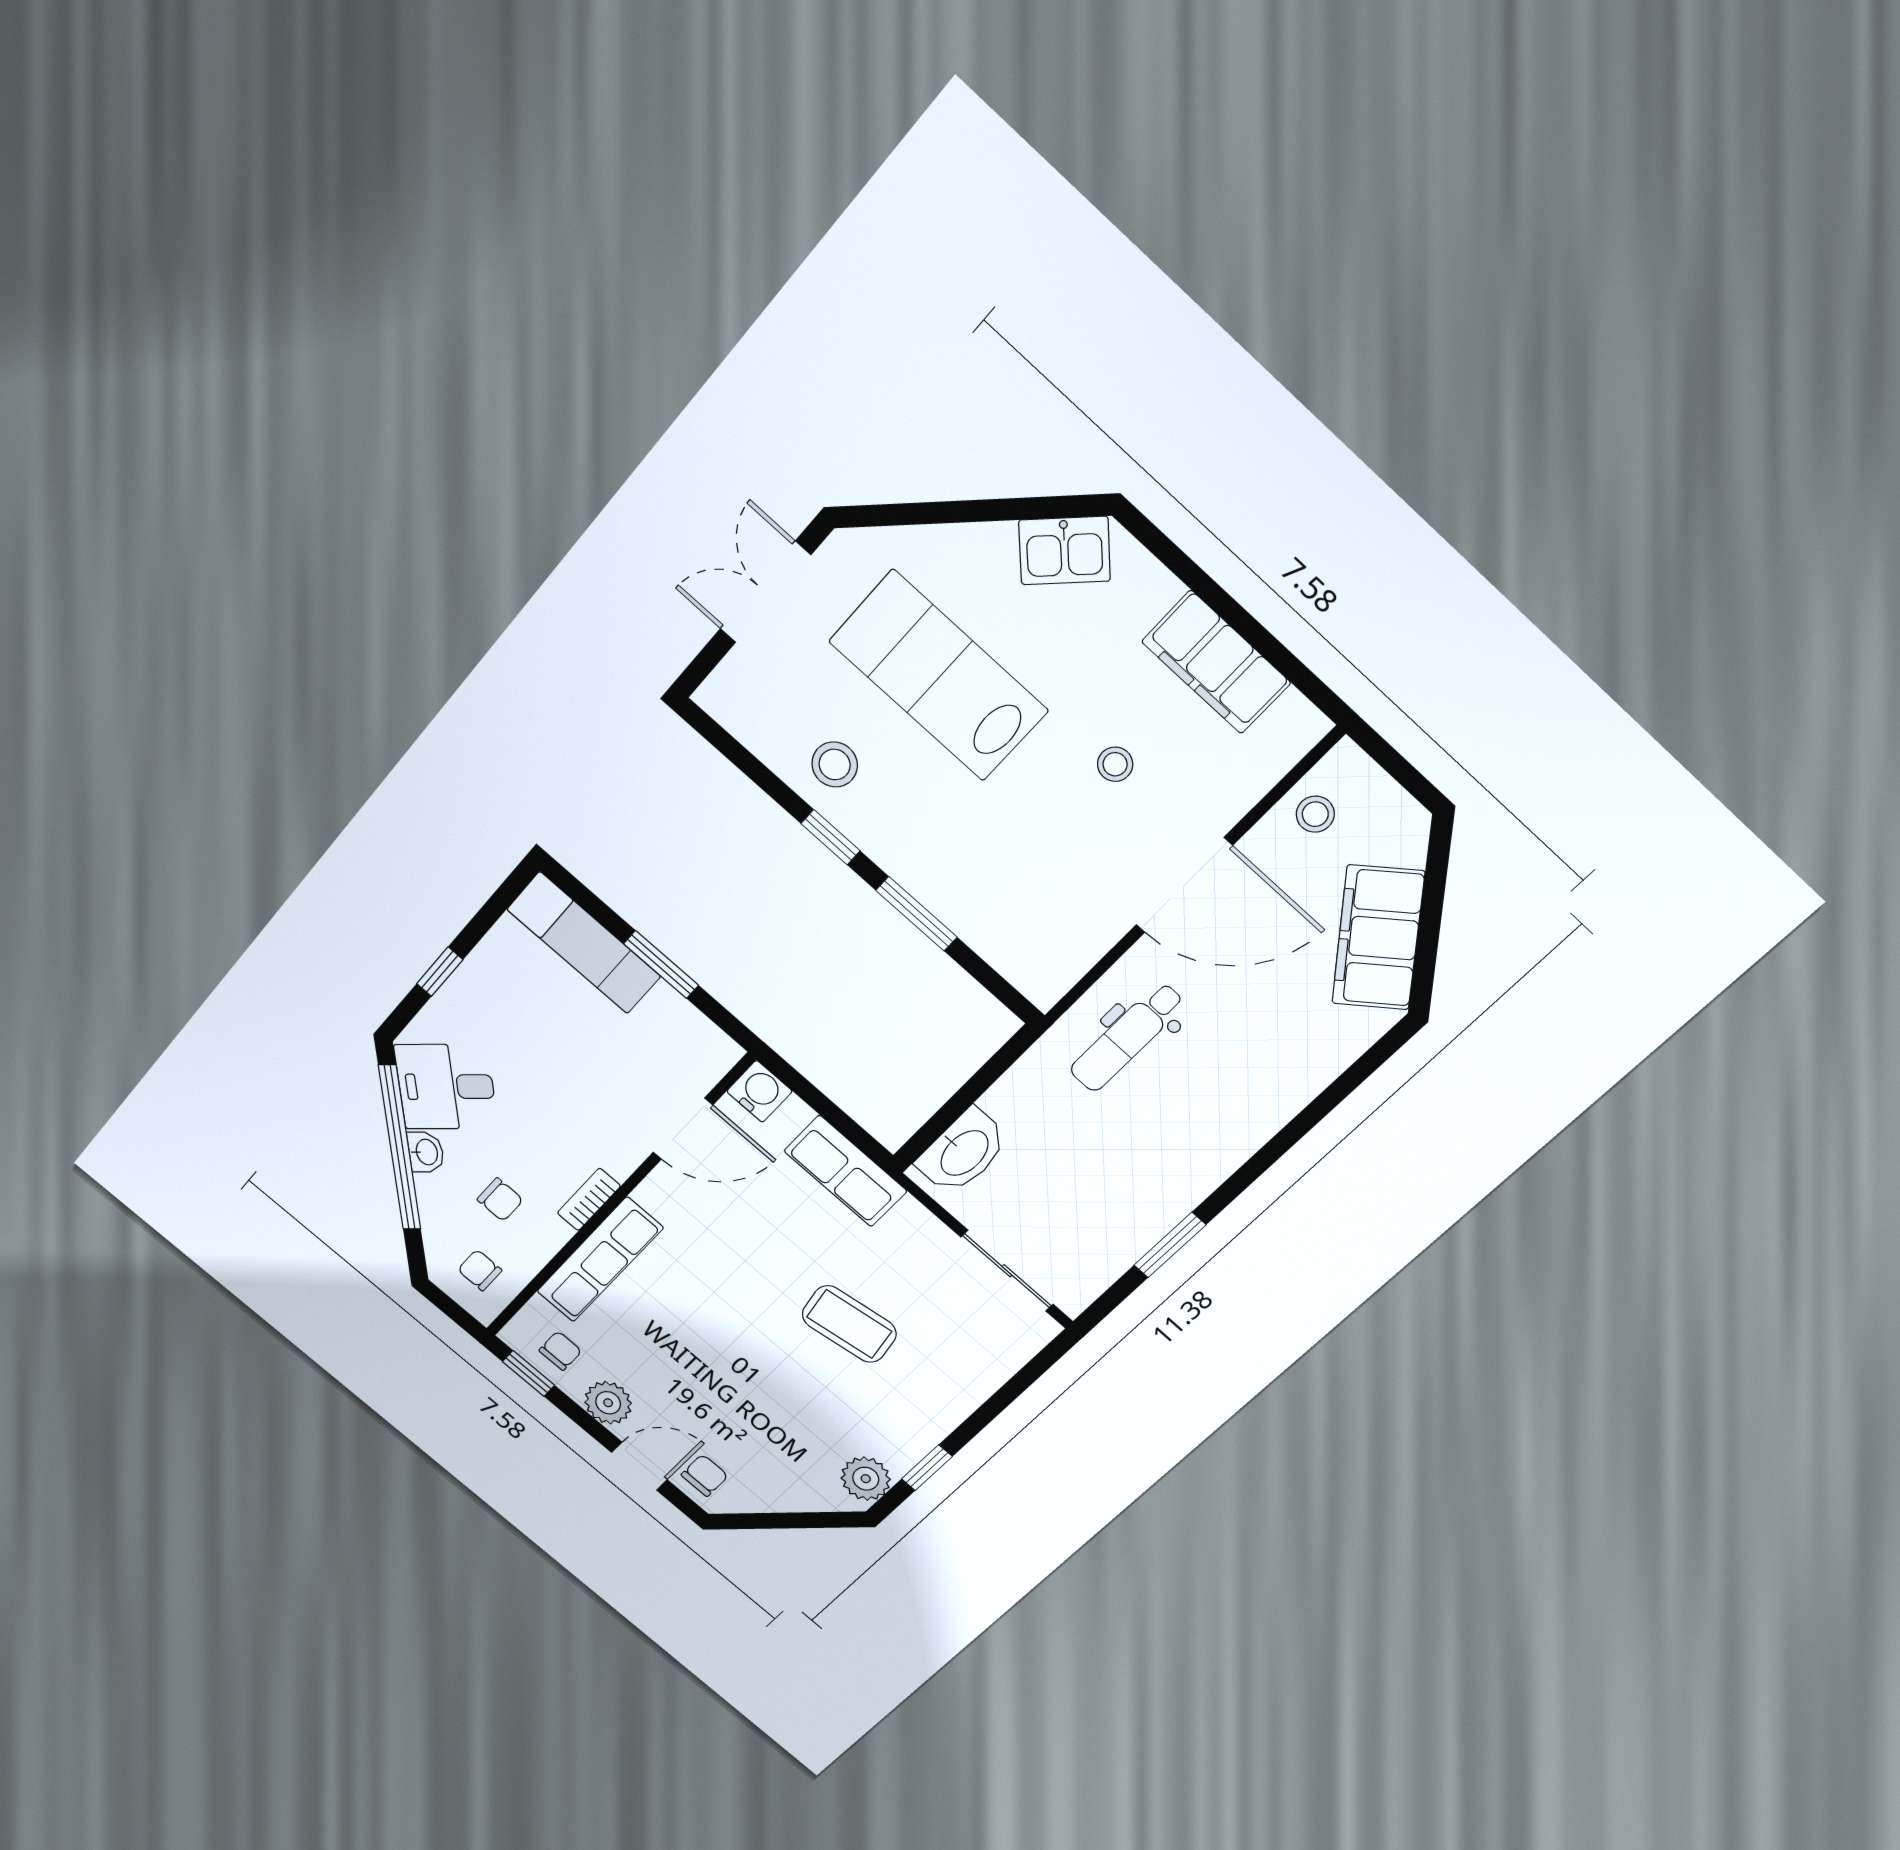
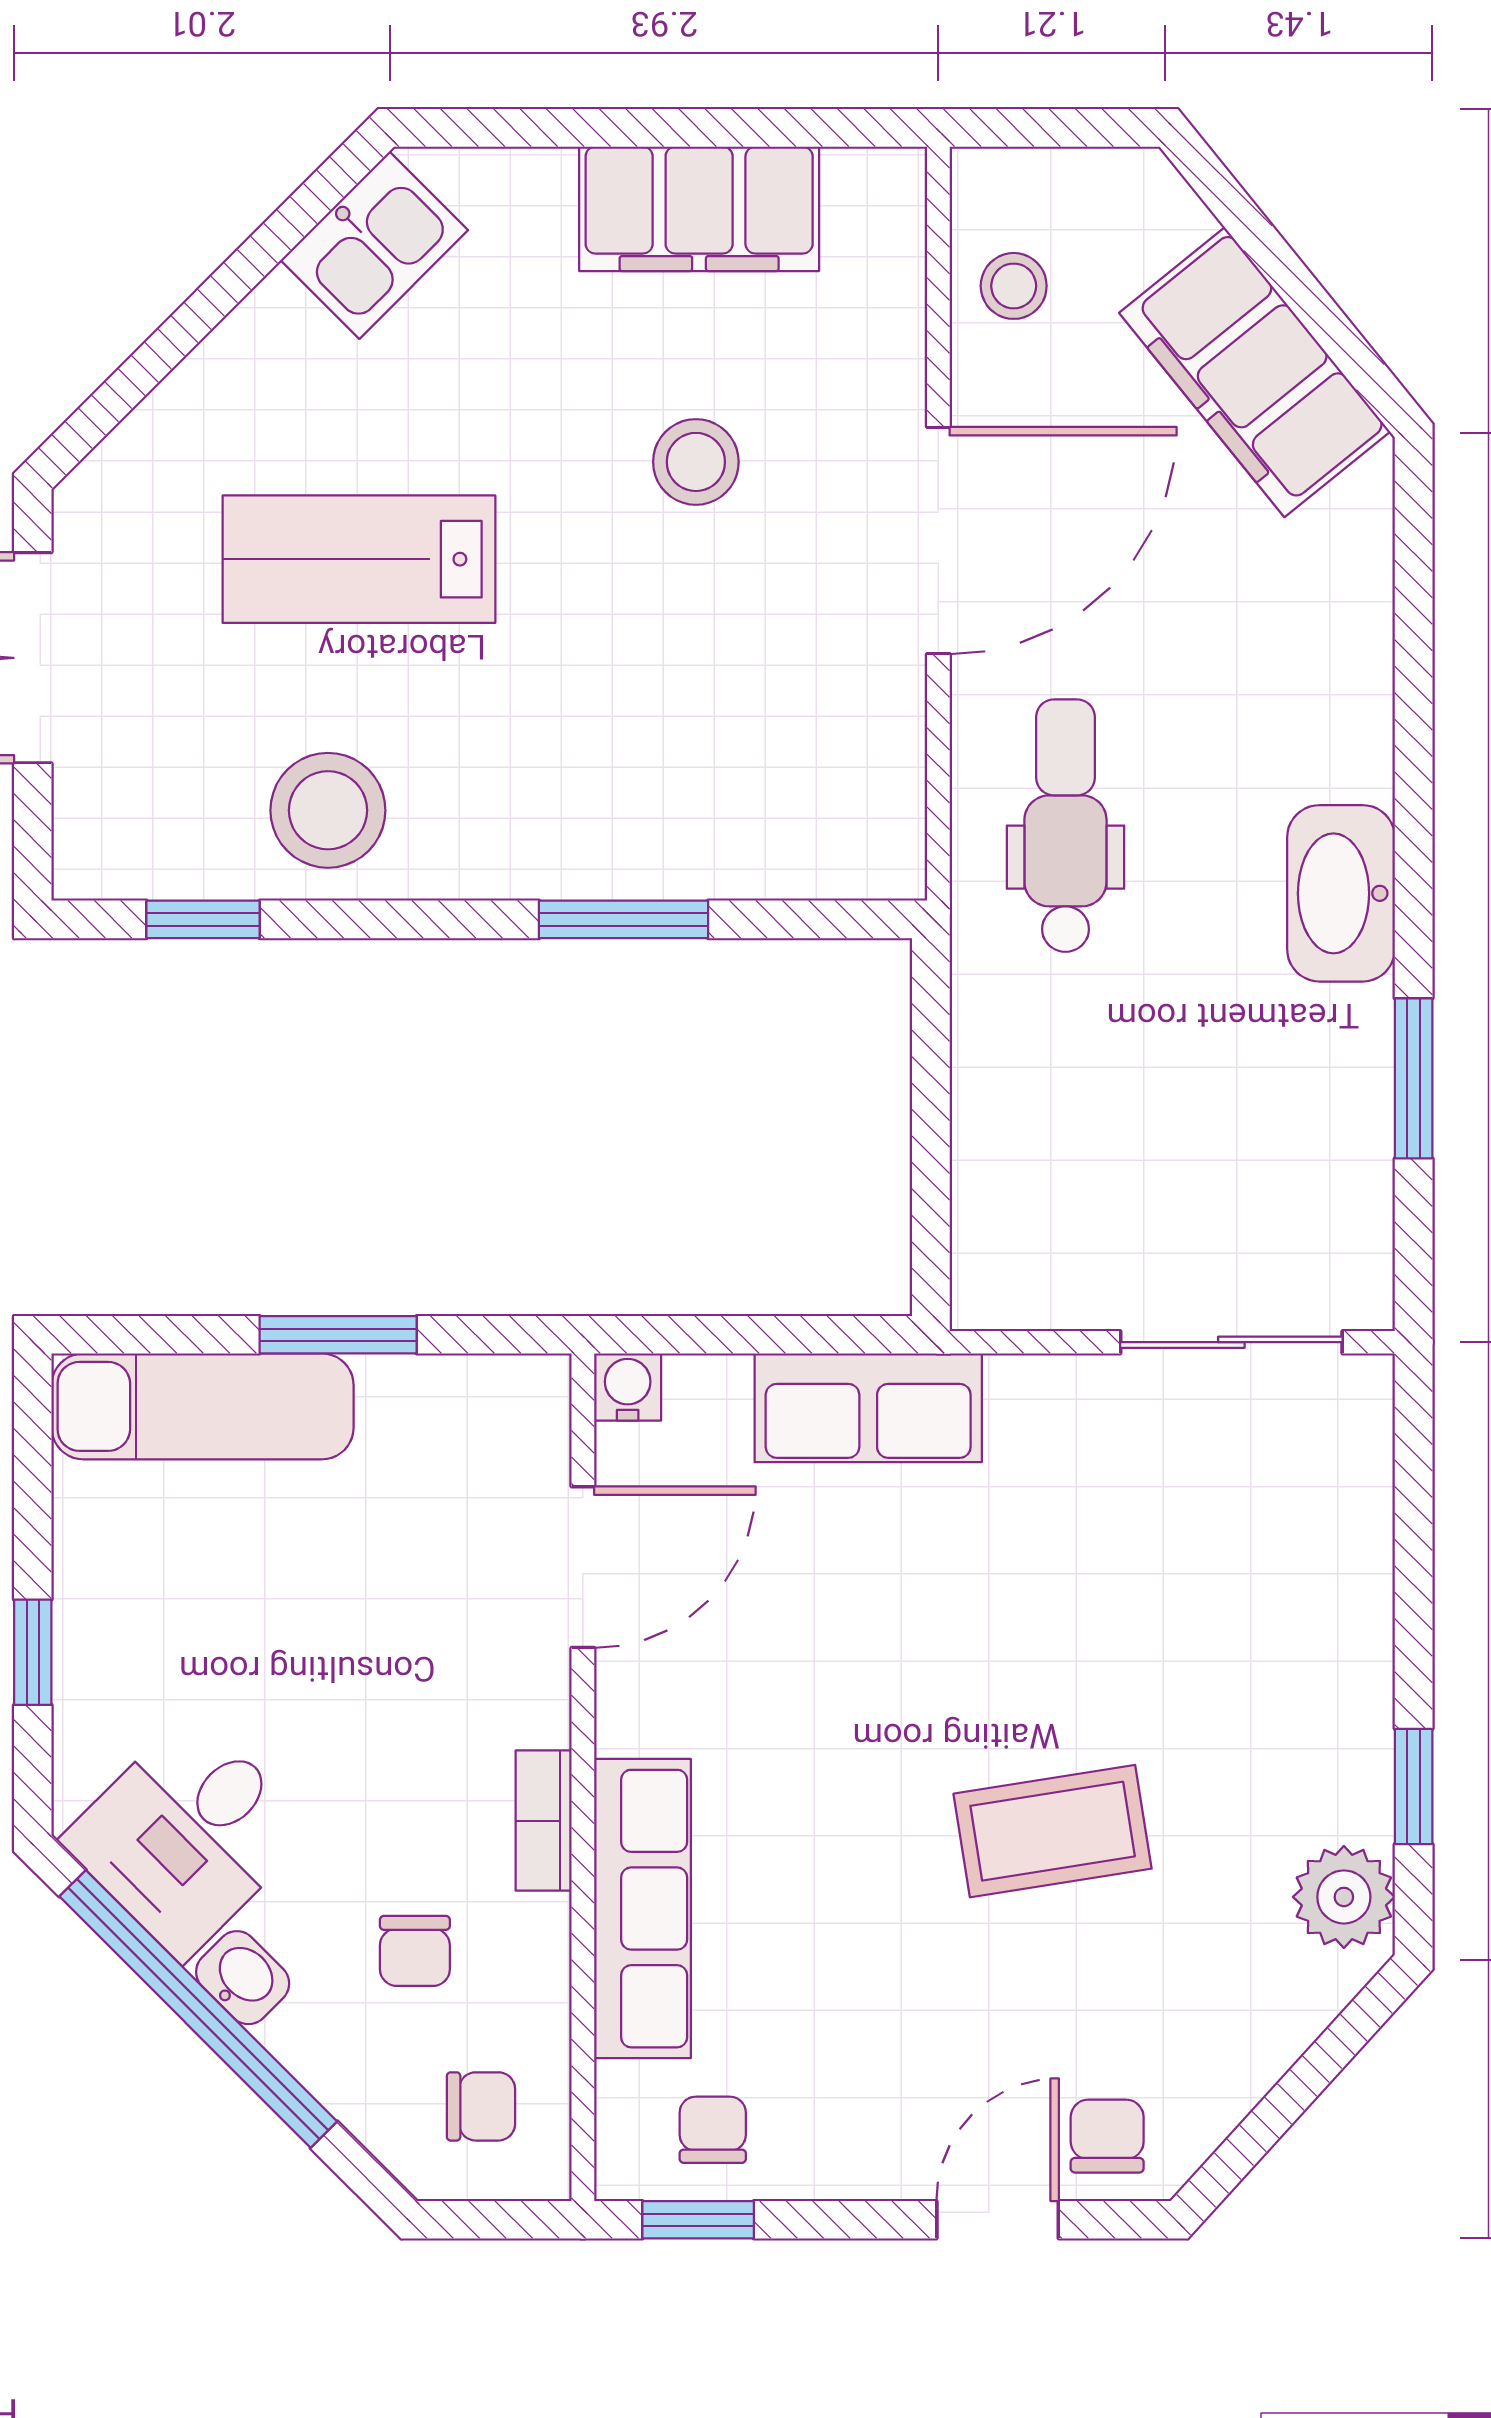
lab bench: (938, 676) -> (359, 559), width x0.73, depth x0.72
stool: (835, 764) -> (328, 810), width x1.38, depth x1.38
stool: (1115, 764) -> (696, 462), width x1.37, depth x1.37
window: (831, 837) -> (203, 919), moved
dental chair: (1127, 1037) -> (1065, 826), turned 180
water cooler: (759, 1091) -> (628, 1387), width x0.72, depth x0.72
washbasin: (963, 1152) -> (1341, 893), moved, turned 180
chair: (500, 1200) -> (415, 1951), turned 90
chair: (480, 1270) -> (481, 2106), turned 180
coffee table: (849, 1324) -> (1053, 1831), moved
plant: (608, 1403) -> (858, 2151), removed

